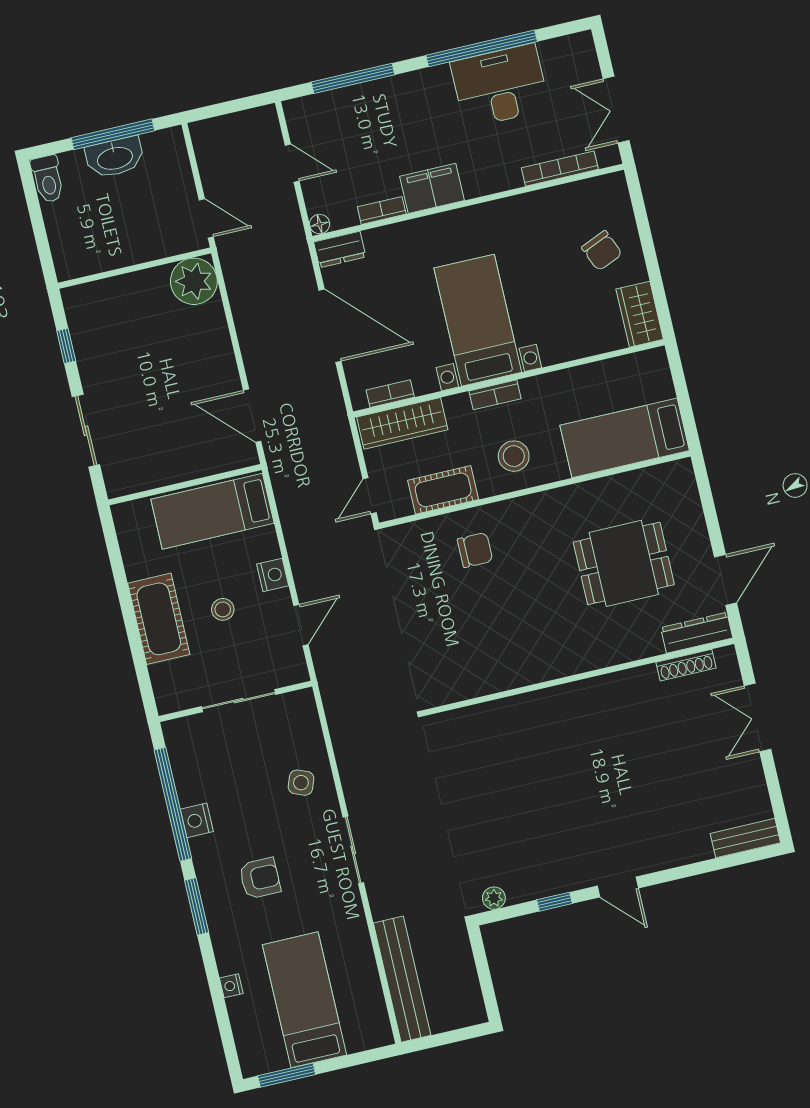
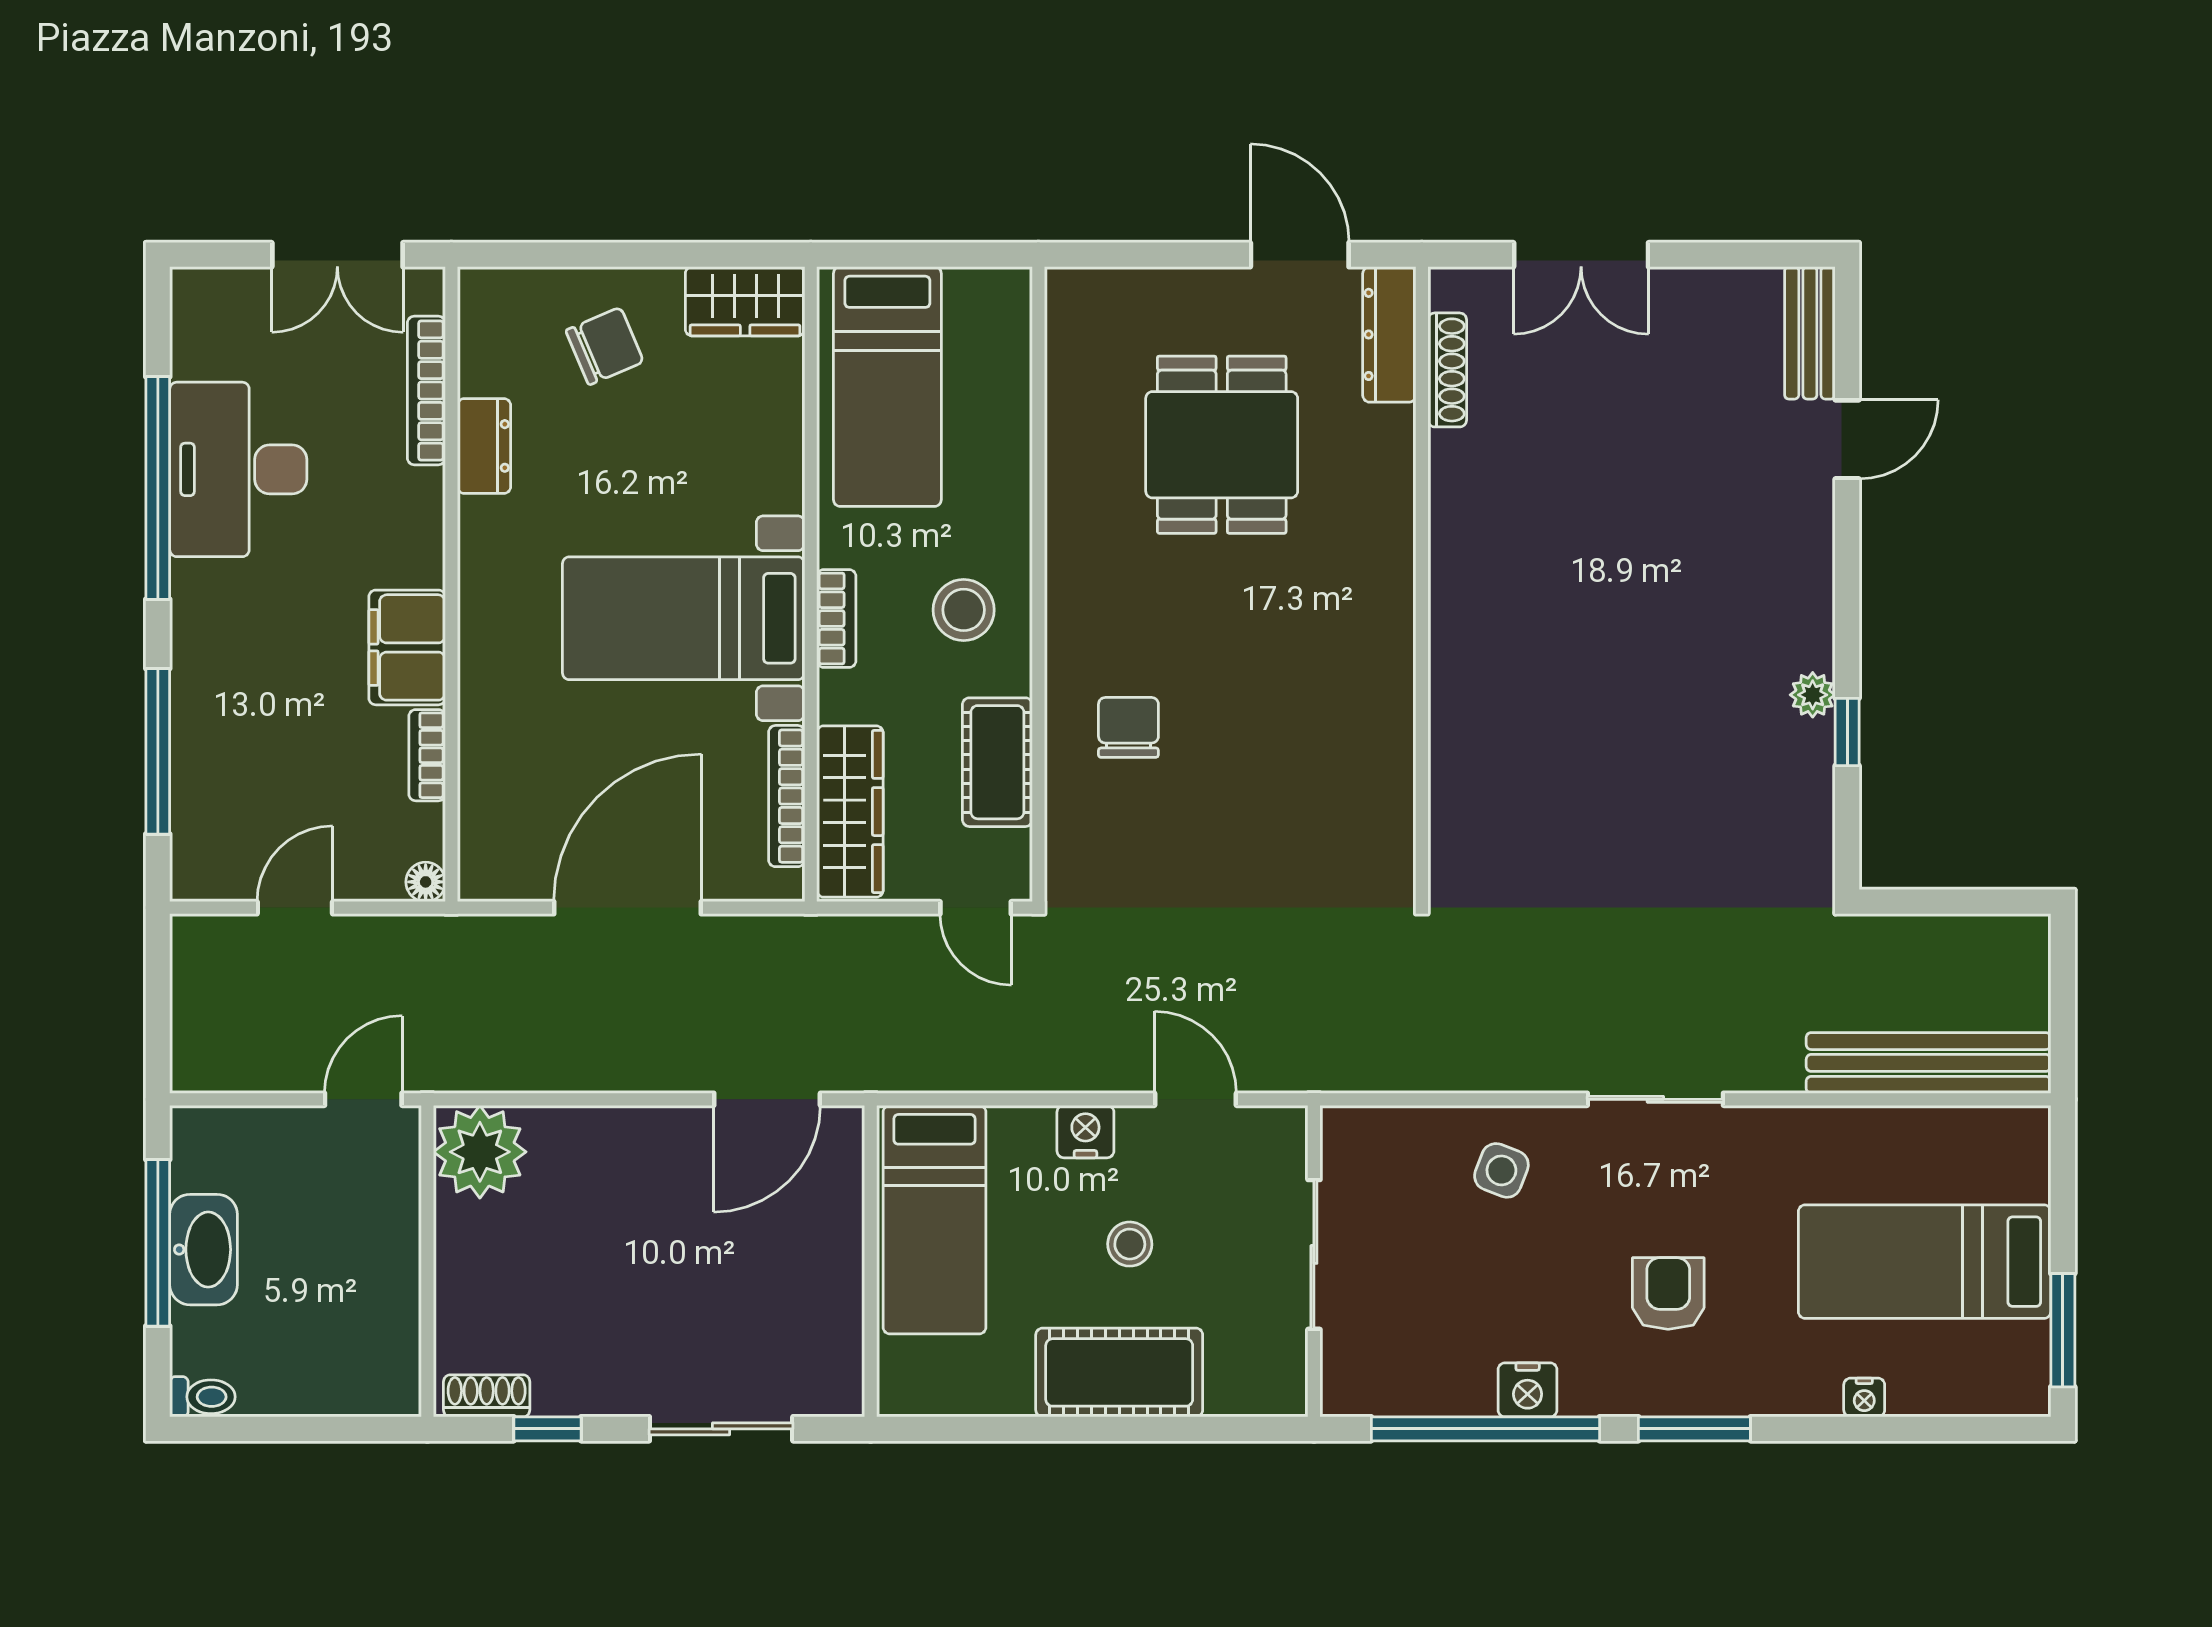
toilet: (48, 179) -> (202, 1397), width x0.73, depth x0.72
dresser: (340, 249) -> (484, 446), moved
shoe rack: (75, 312) -> (487, 1396), added
bookcase: (390, 394) -> (787, 796), width x1.56
bed: (625, 438) -> (887, 387), moved
door: (618, 887) -> (1847, 439), moved
plant: (494, 898) -> (1813, 695), moved

